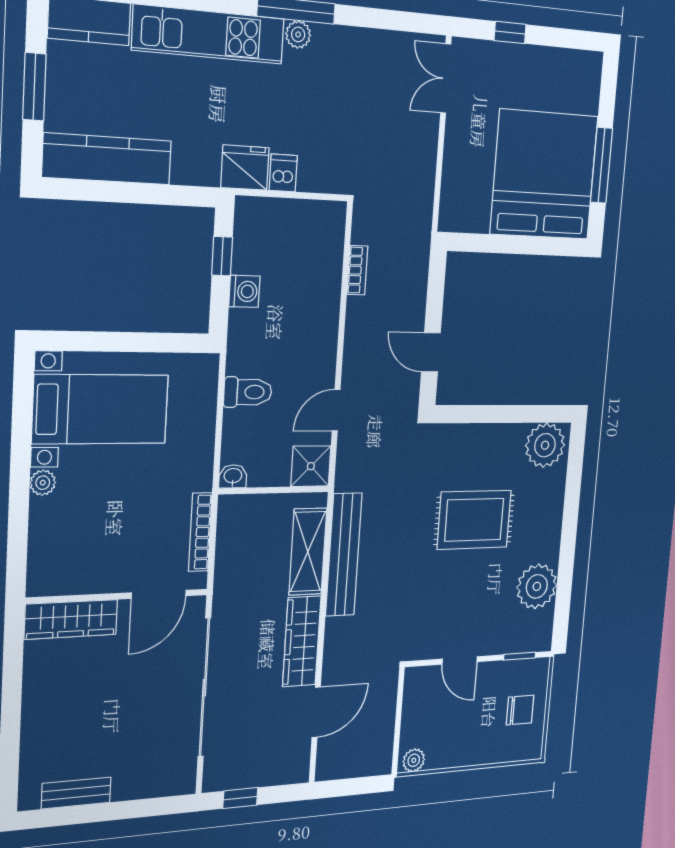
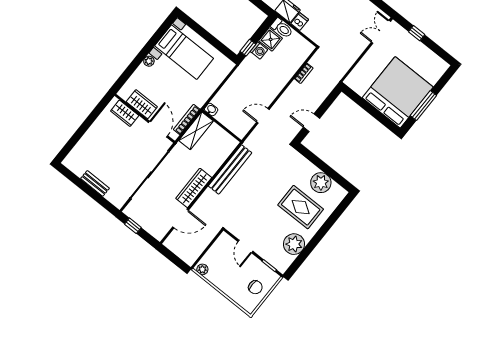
window: (222, 256) -> (248, 48), moved
door: (431, 352) -> (311, 123), hinge flipped
toilet: (248, 392) -> (282, 28), moved
plant: (545, 445) -> (321, 183), moved
shower: (311, 466) -> (271, 39), moved
rug: (474, 520) -> (301, 207), moved
shelving: (308, 552) -> (196, 131), moved
wardrobe: (92, 575) -> (142, 104), added
door: (159, 594) -> (158, 129), swing flipped
wardrobe: (71, 619) -> (125, 113), width x0.67
bench: (76, 793) -> (95, 183), moved

